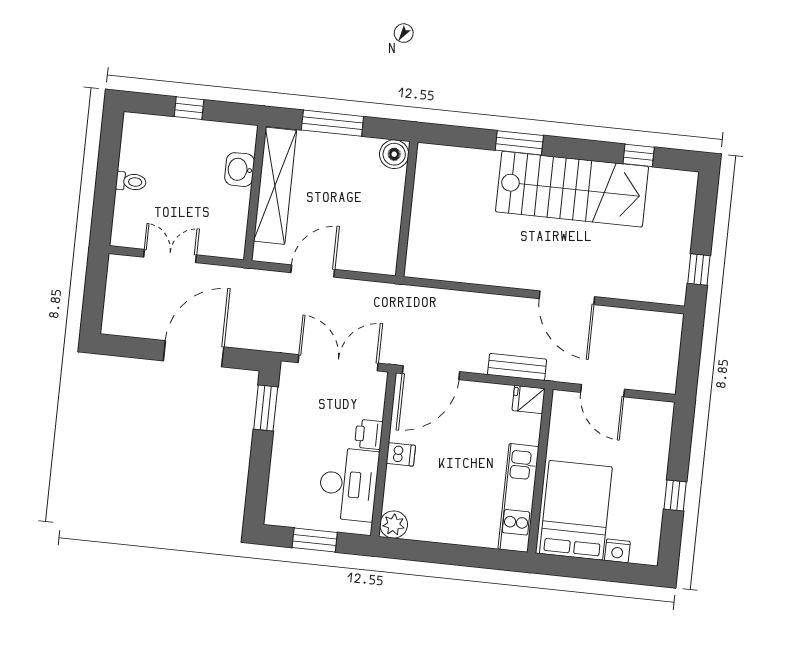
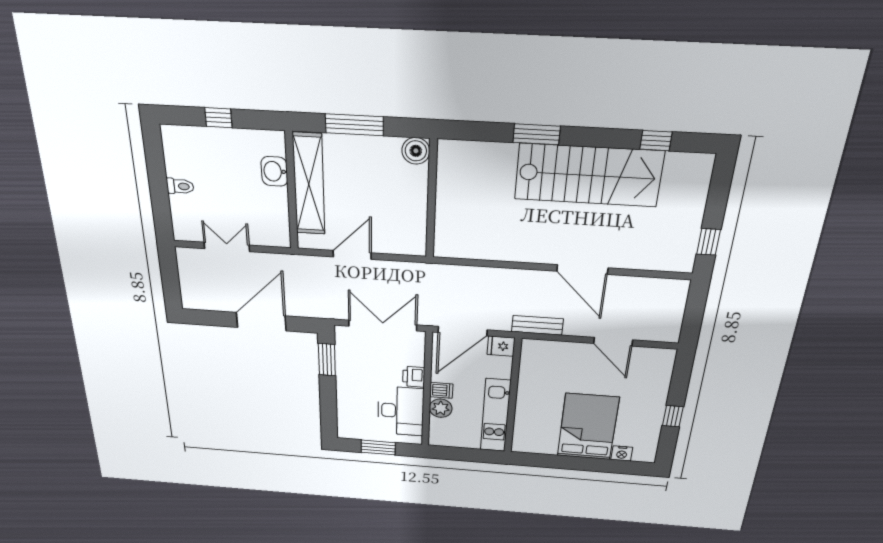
fridge: (529, 399) -> (501, 346), moved
wall: (540, 471) -> (513, 397), moved
kitchen unit: (519, 498) -> (495, 416), moved
plant: (394, 525) -> (441, 408), moved

